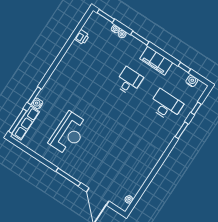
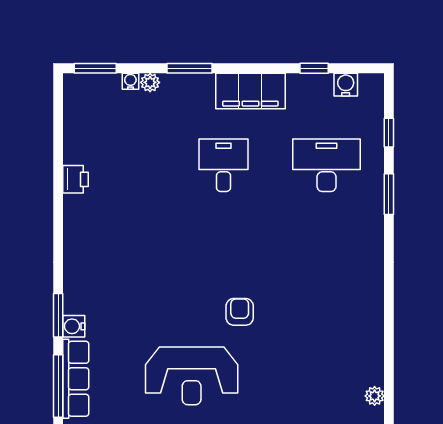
printer: (82, 37) -> (75, 179), moved
reception desk: (69, 133) -> (192, 376), moved, turned 90
armchair: (100, 137) -> (240, 312), added

